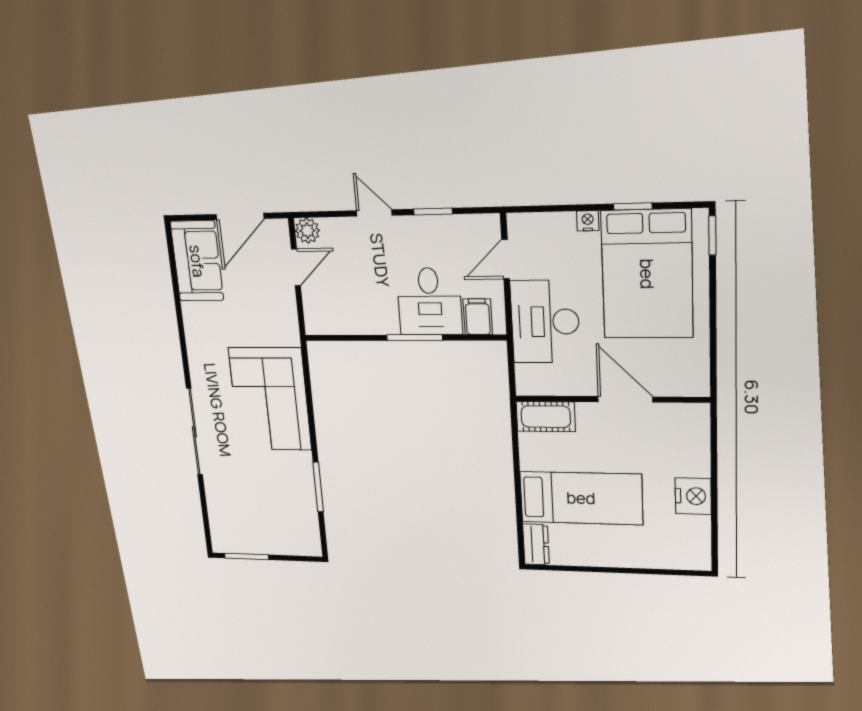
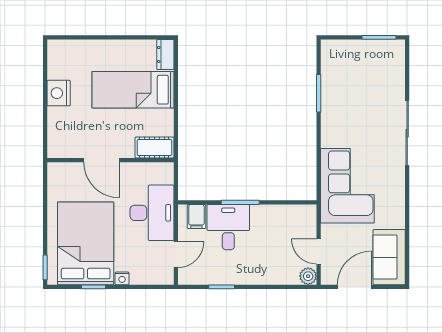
door: (374, 213) -> (261, 287), removed
door: (296, 267) -> (319, 252), hinge flipped
corner sofa: (270, 399) -> (347, 186), moved

